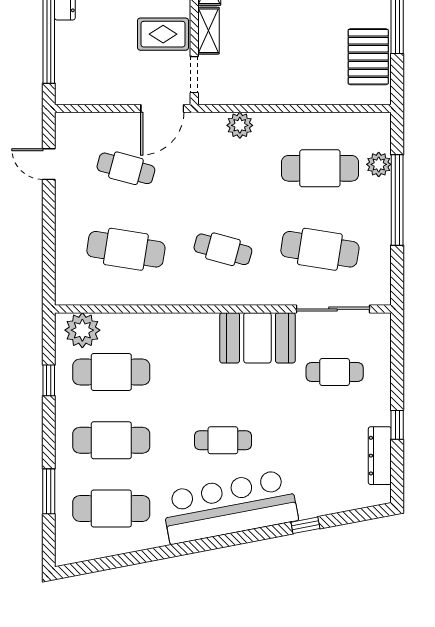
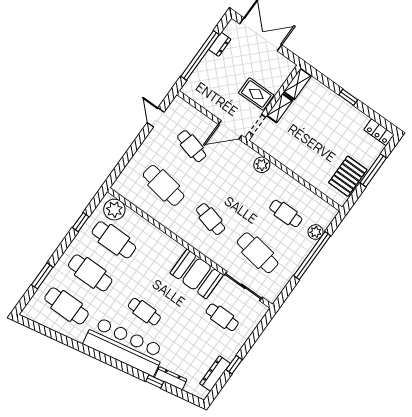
cafe table: (320, 168) -> (286, 213), width x0.73, depth x0.74
dresser: (324, 506) -> (171, 378), added

